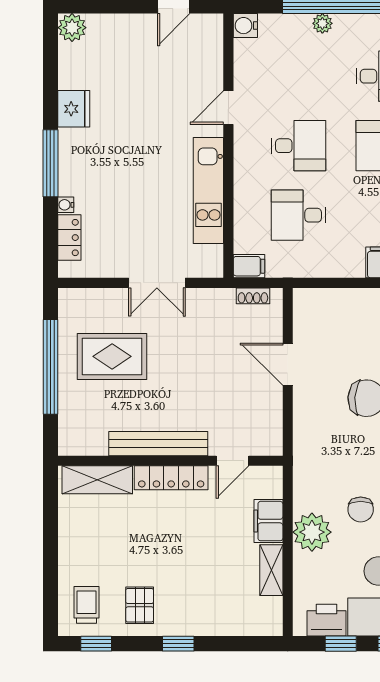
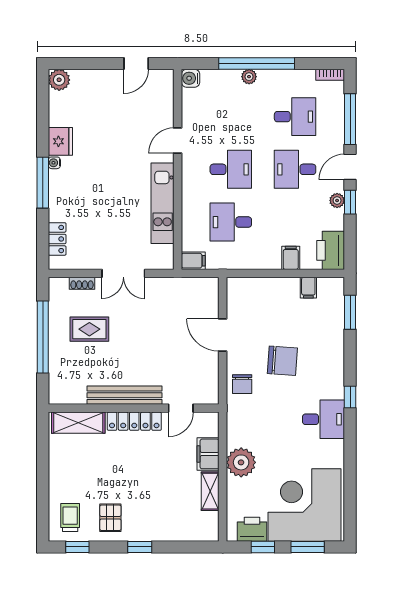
water cooler: (66, 205) -> (54, 163), moved
shoe rack: (253, 296) -> (82, 283), moved
rug: (112, 356) -> (89, 329), width x0.73, depth x0.70
chair: (361, 509) -> (242, 384), moved

